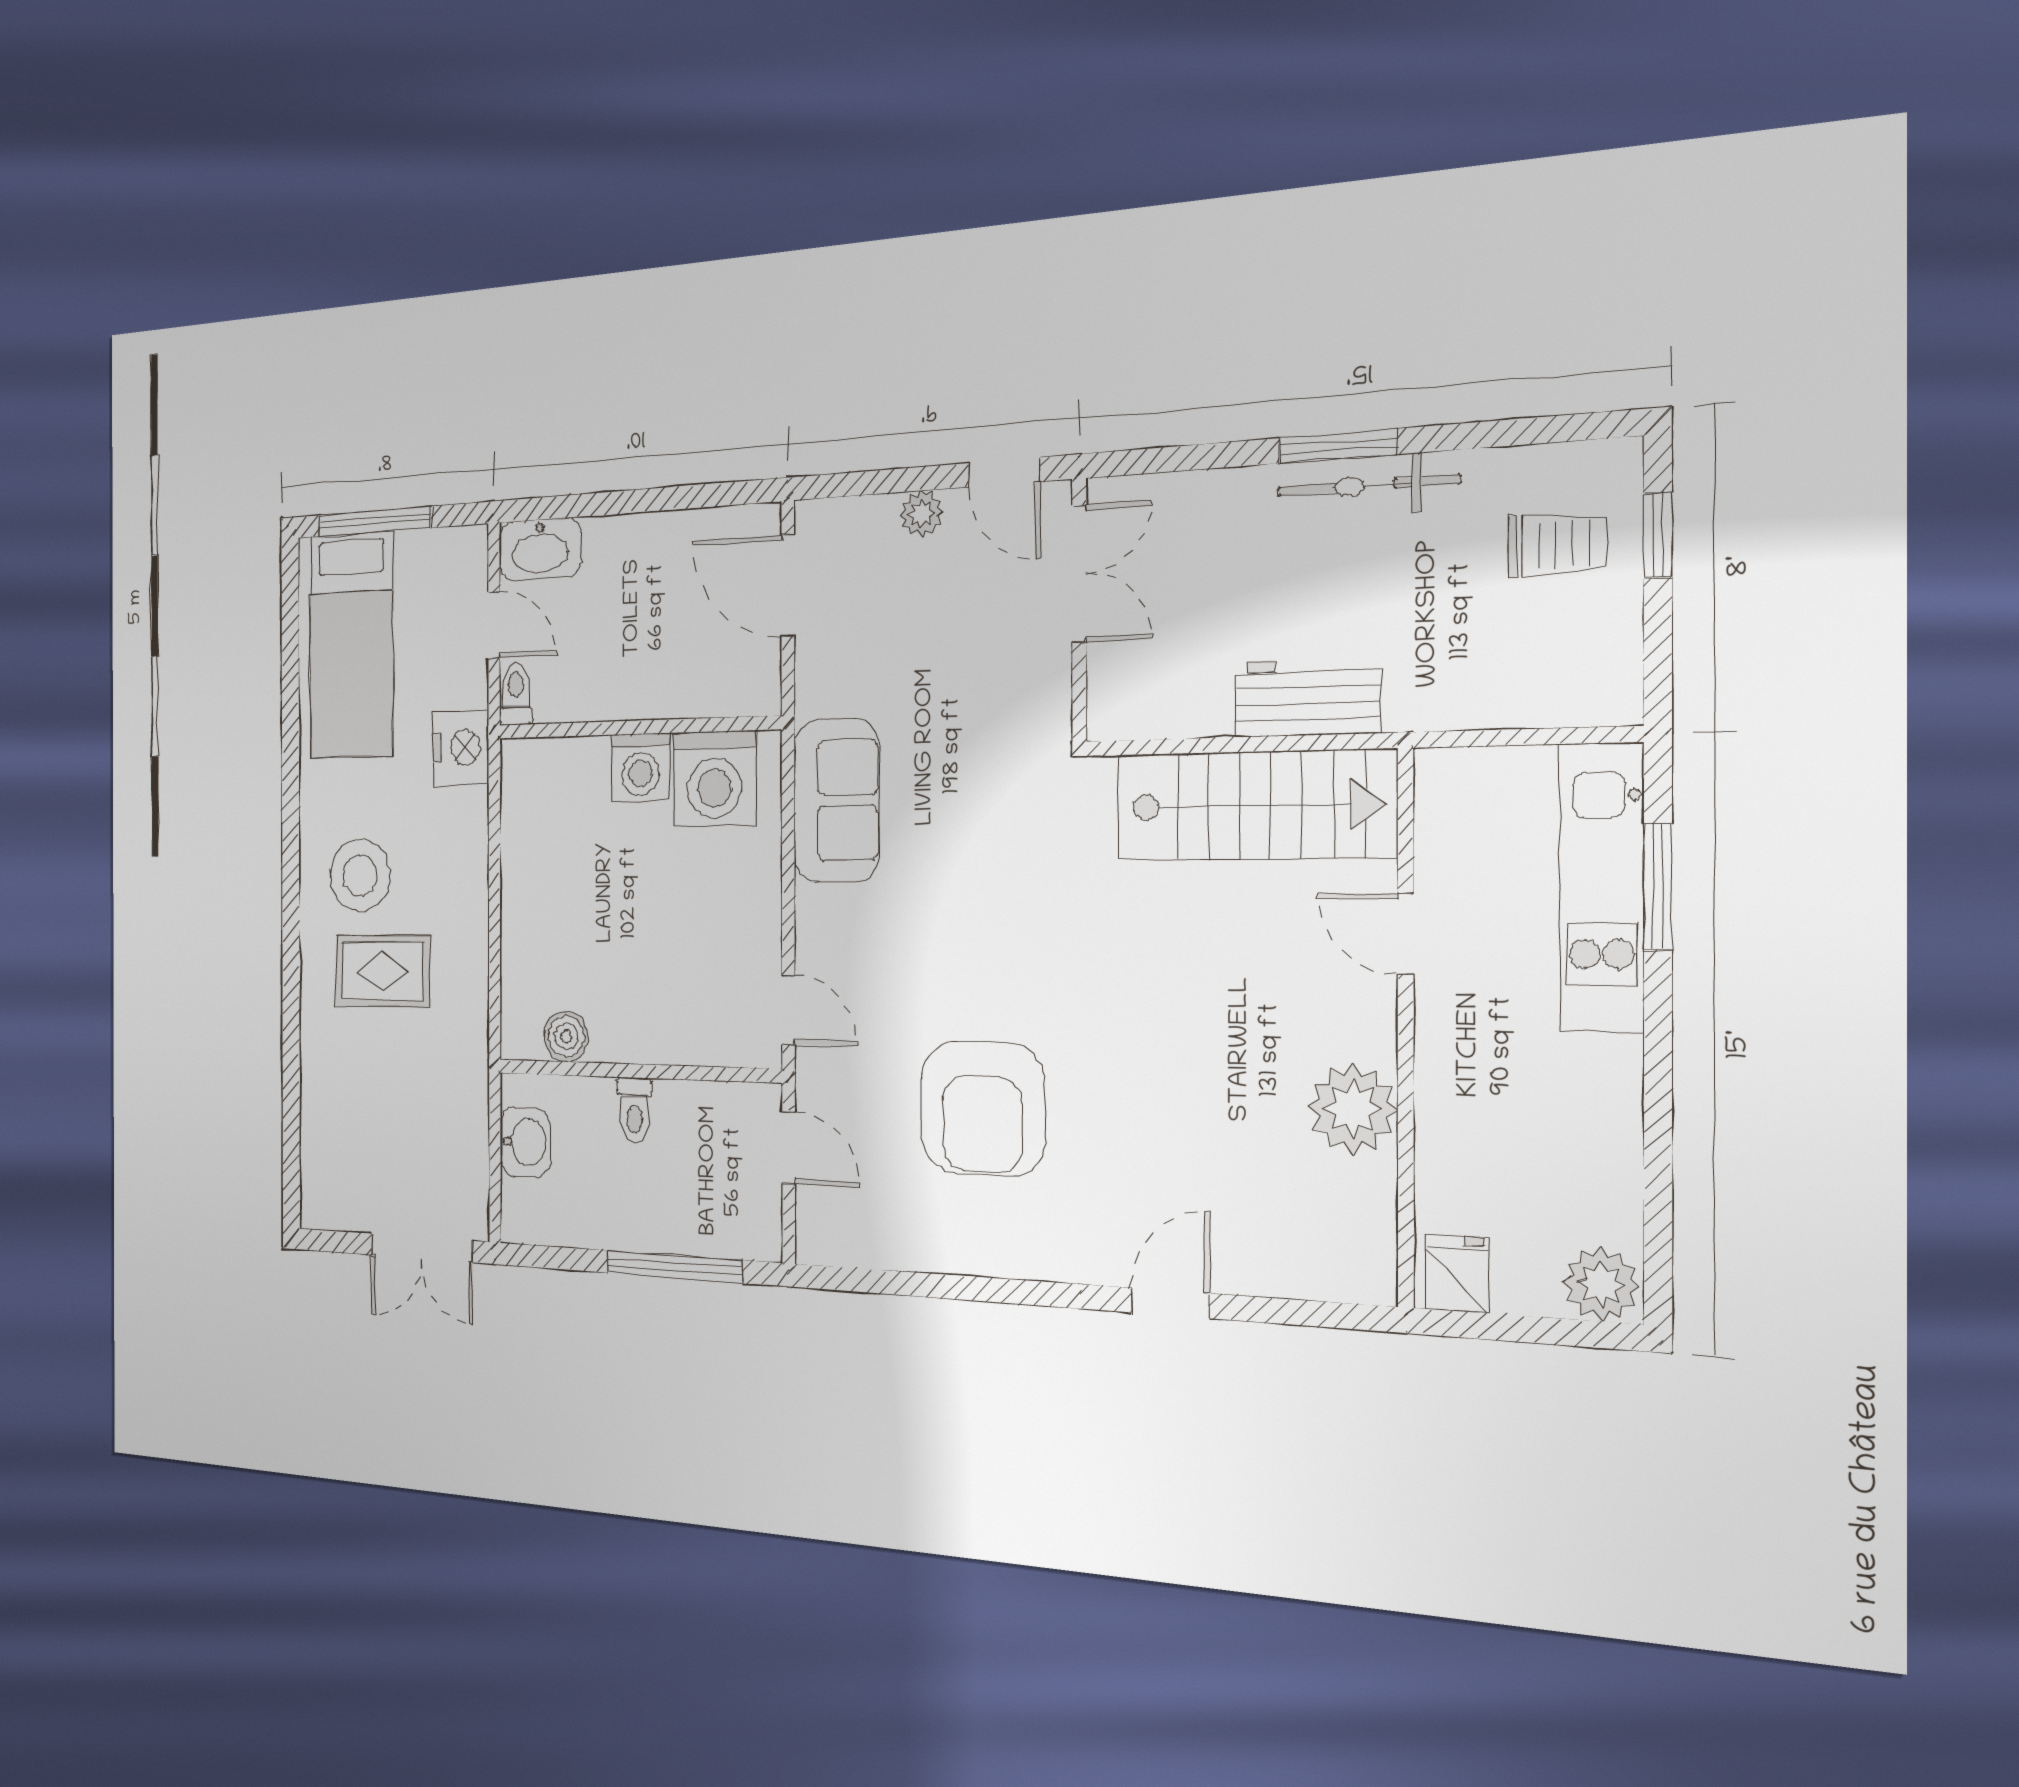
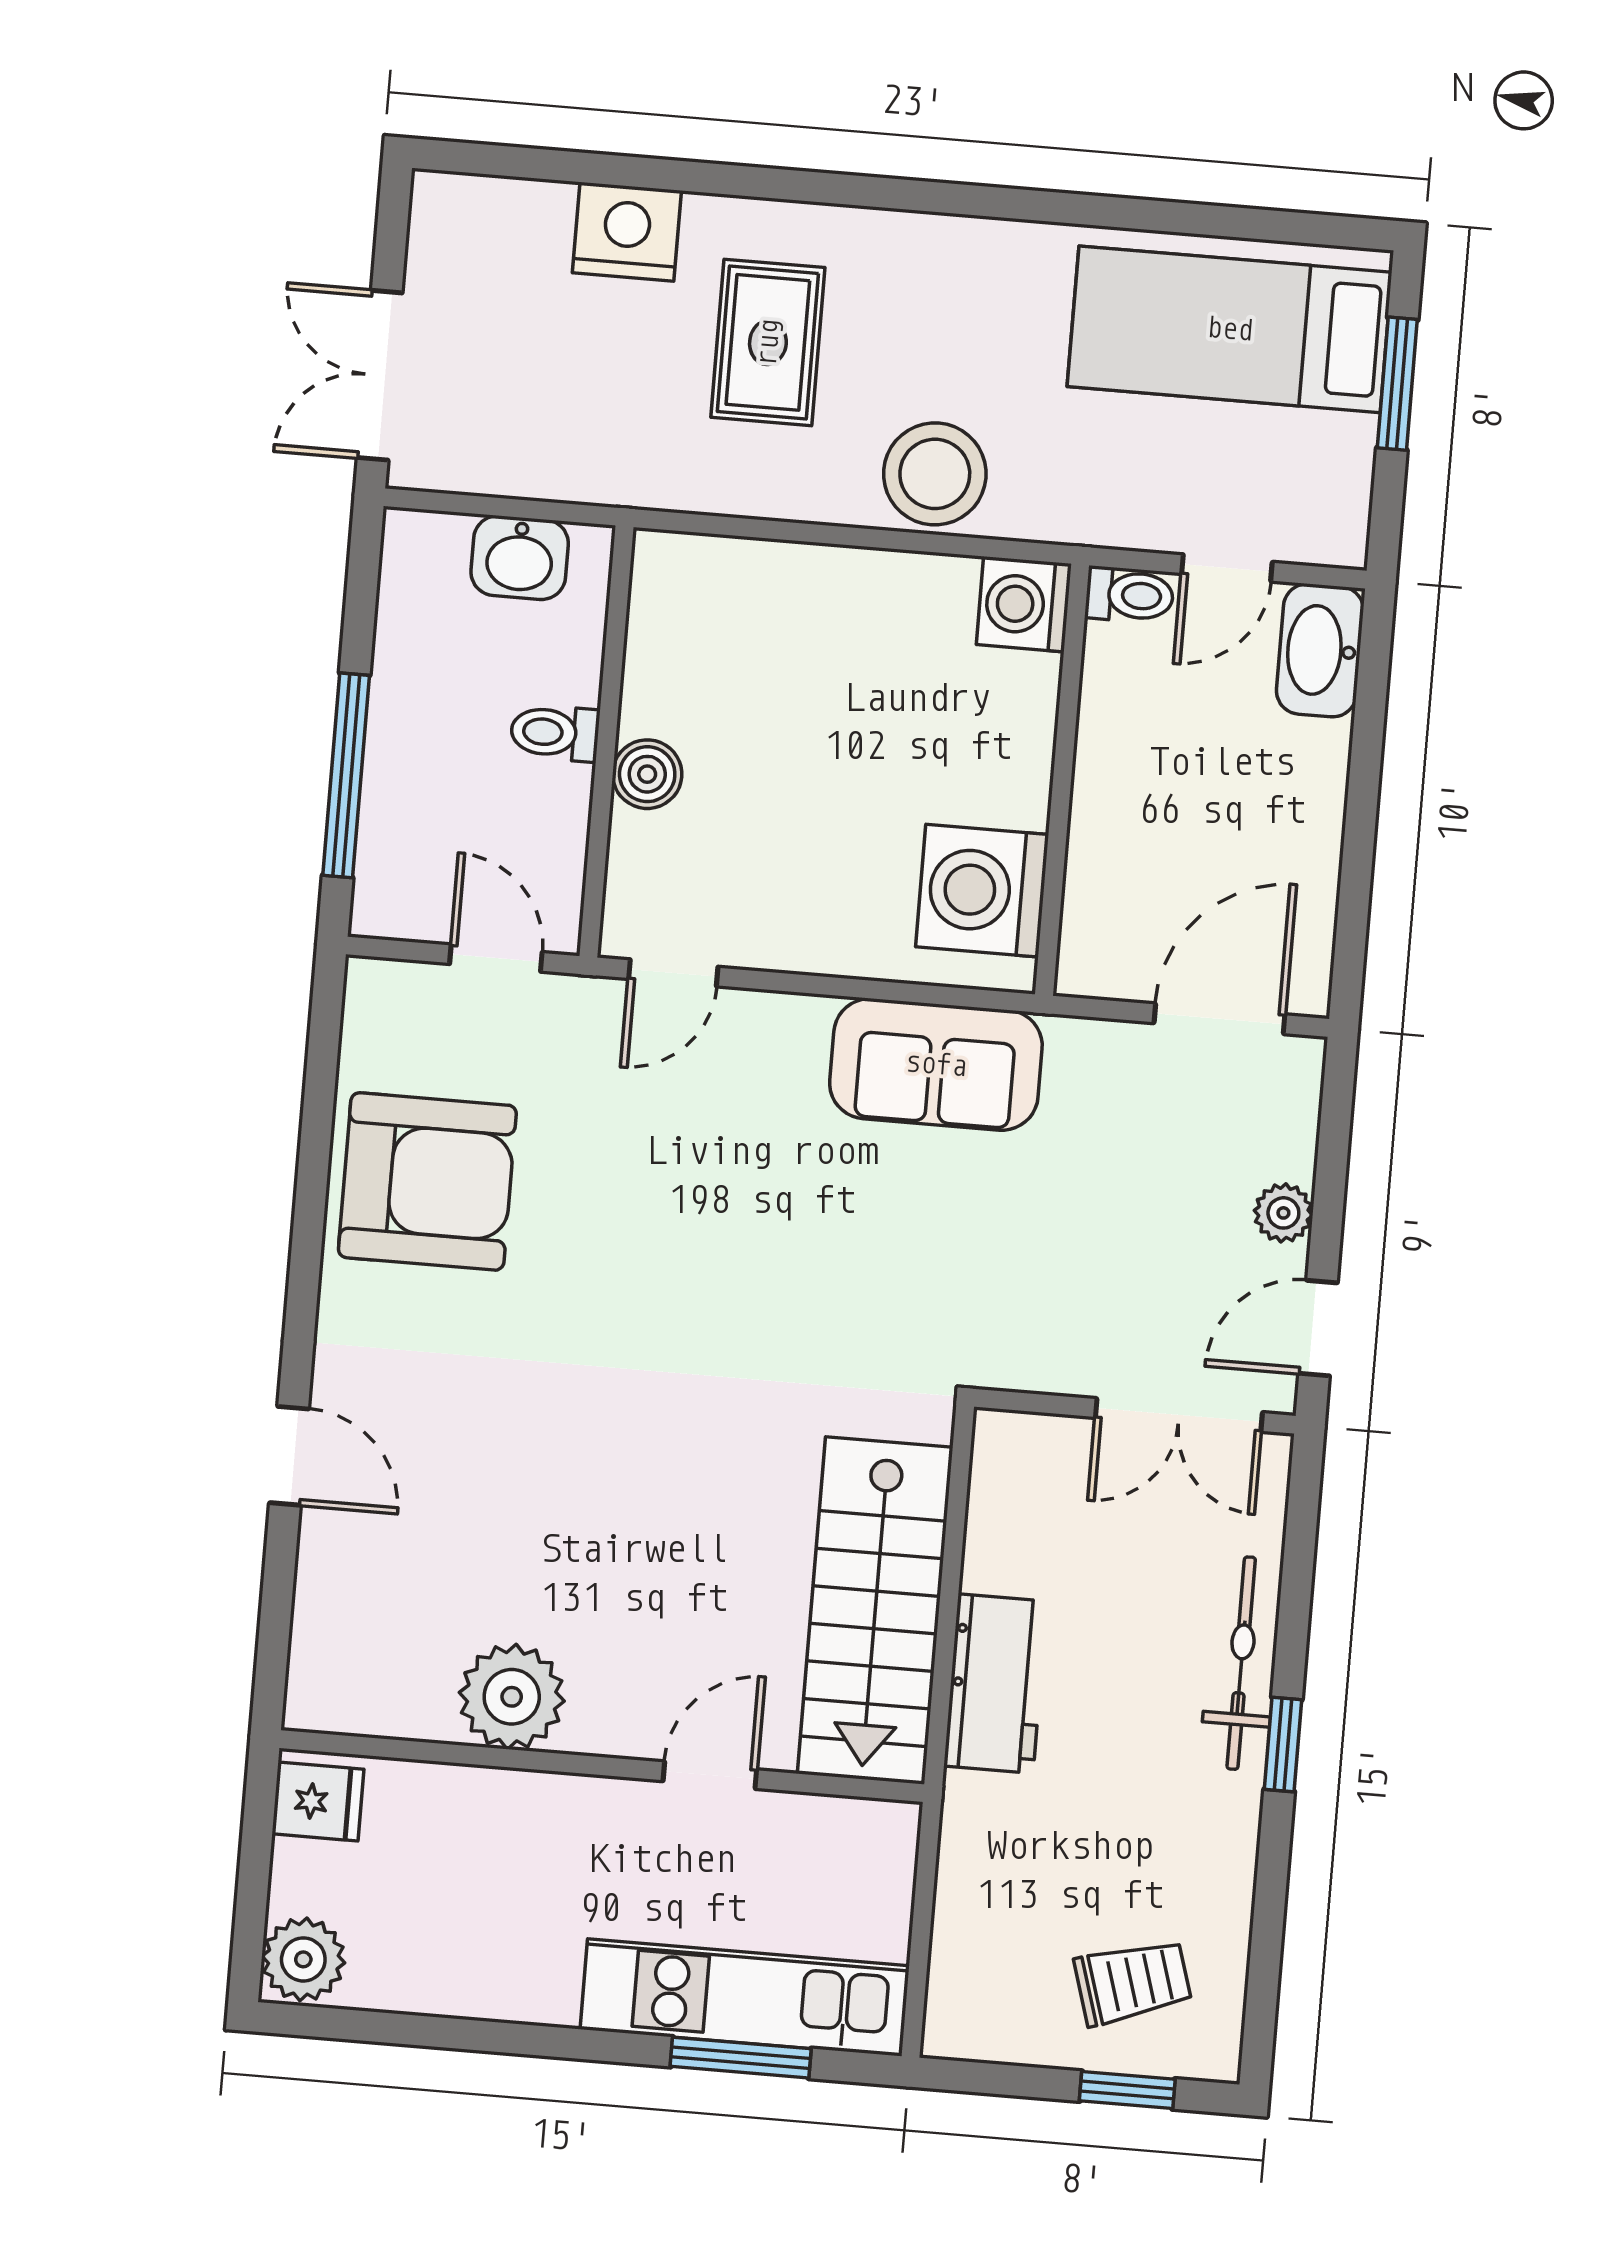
window: (1338, 446) -> (1283, 1745), width x0.67
bicycle: (1368, 486) -> (1241, 1663), moved
window: (375, 521) -> (1397, 384), width x0.69
trolley: (1557, 544) -> (1133, 1982), turned -107
nightstand: (461, 748) -> (627, 232), moved, turned 180
washing machine: (641, 767) -> (1024, 604), moved
stool: (360, 875) -> (935, 474), moved
boiler: (566, 1036) -> (647, 774), moved
armchair: (982, 1108) -> (427, 1181), moved, turned 180
door: (789, 1148) -> (496, 958), swing flipped

